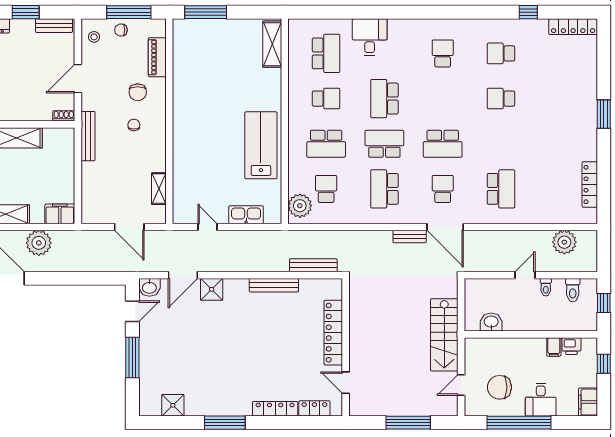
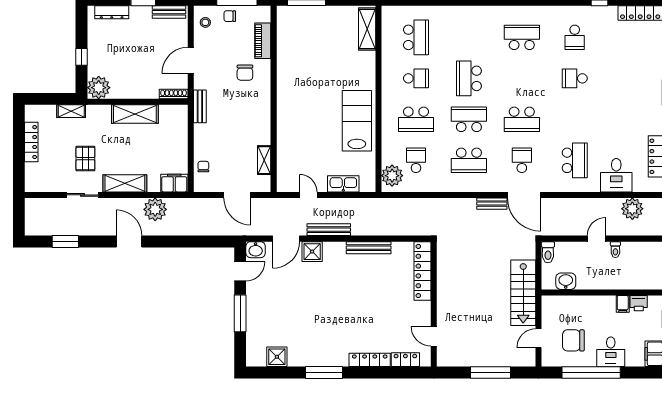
desk: (370, 37) -> (616, 175), moved, turned 180
school desk: (443, 53) -> (522, 37), width x1.85
school desk: (501, 53) -> (575, 37), turned -90
shoe rack: (64, 116) -> (174, 94), width x1.43
chair: (134, 125) -> (203, 167), moved
bench: (88, 136) -> (200, 106), width x0.73
school desk: (384, 189) -> (469, 160), turned -90
bench: (313, 265) -> (329, 230), moved
toilet: (573, 290) -> (548, 252), moved
locker: (333, 333) -> (422, 271), moved

